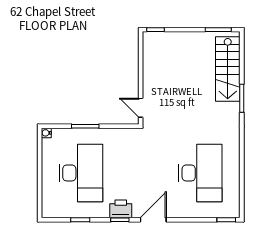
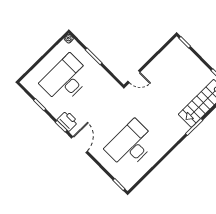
door: (141, 108) -> (134, 77), swing flipped
desk: (81, 173) -> (66, 79), turned 180
desk: (200, 173) -> (131, 145), turned 180
door: (153, 220) -> (79, 145), hinge flipped

